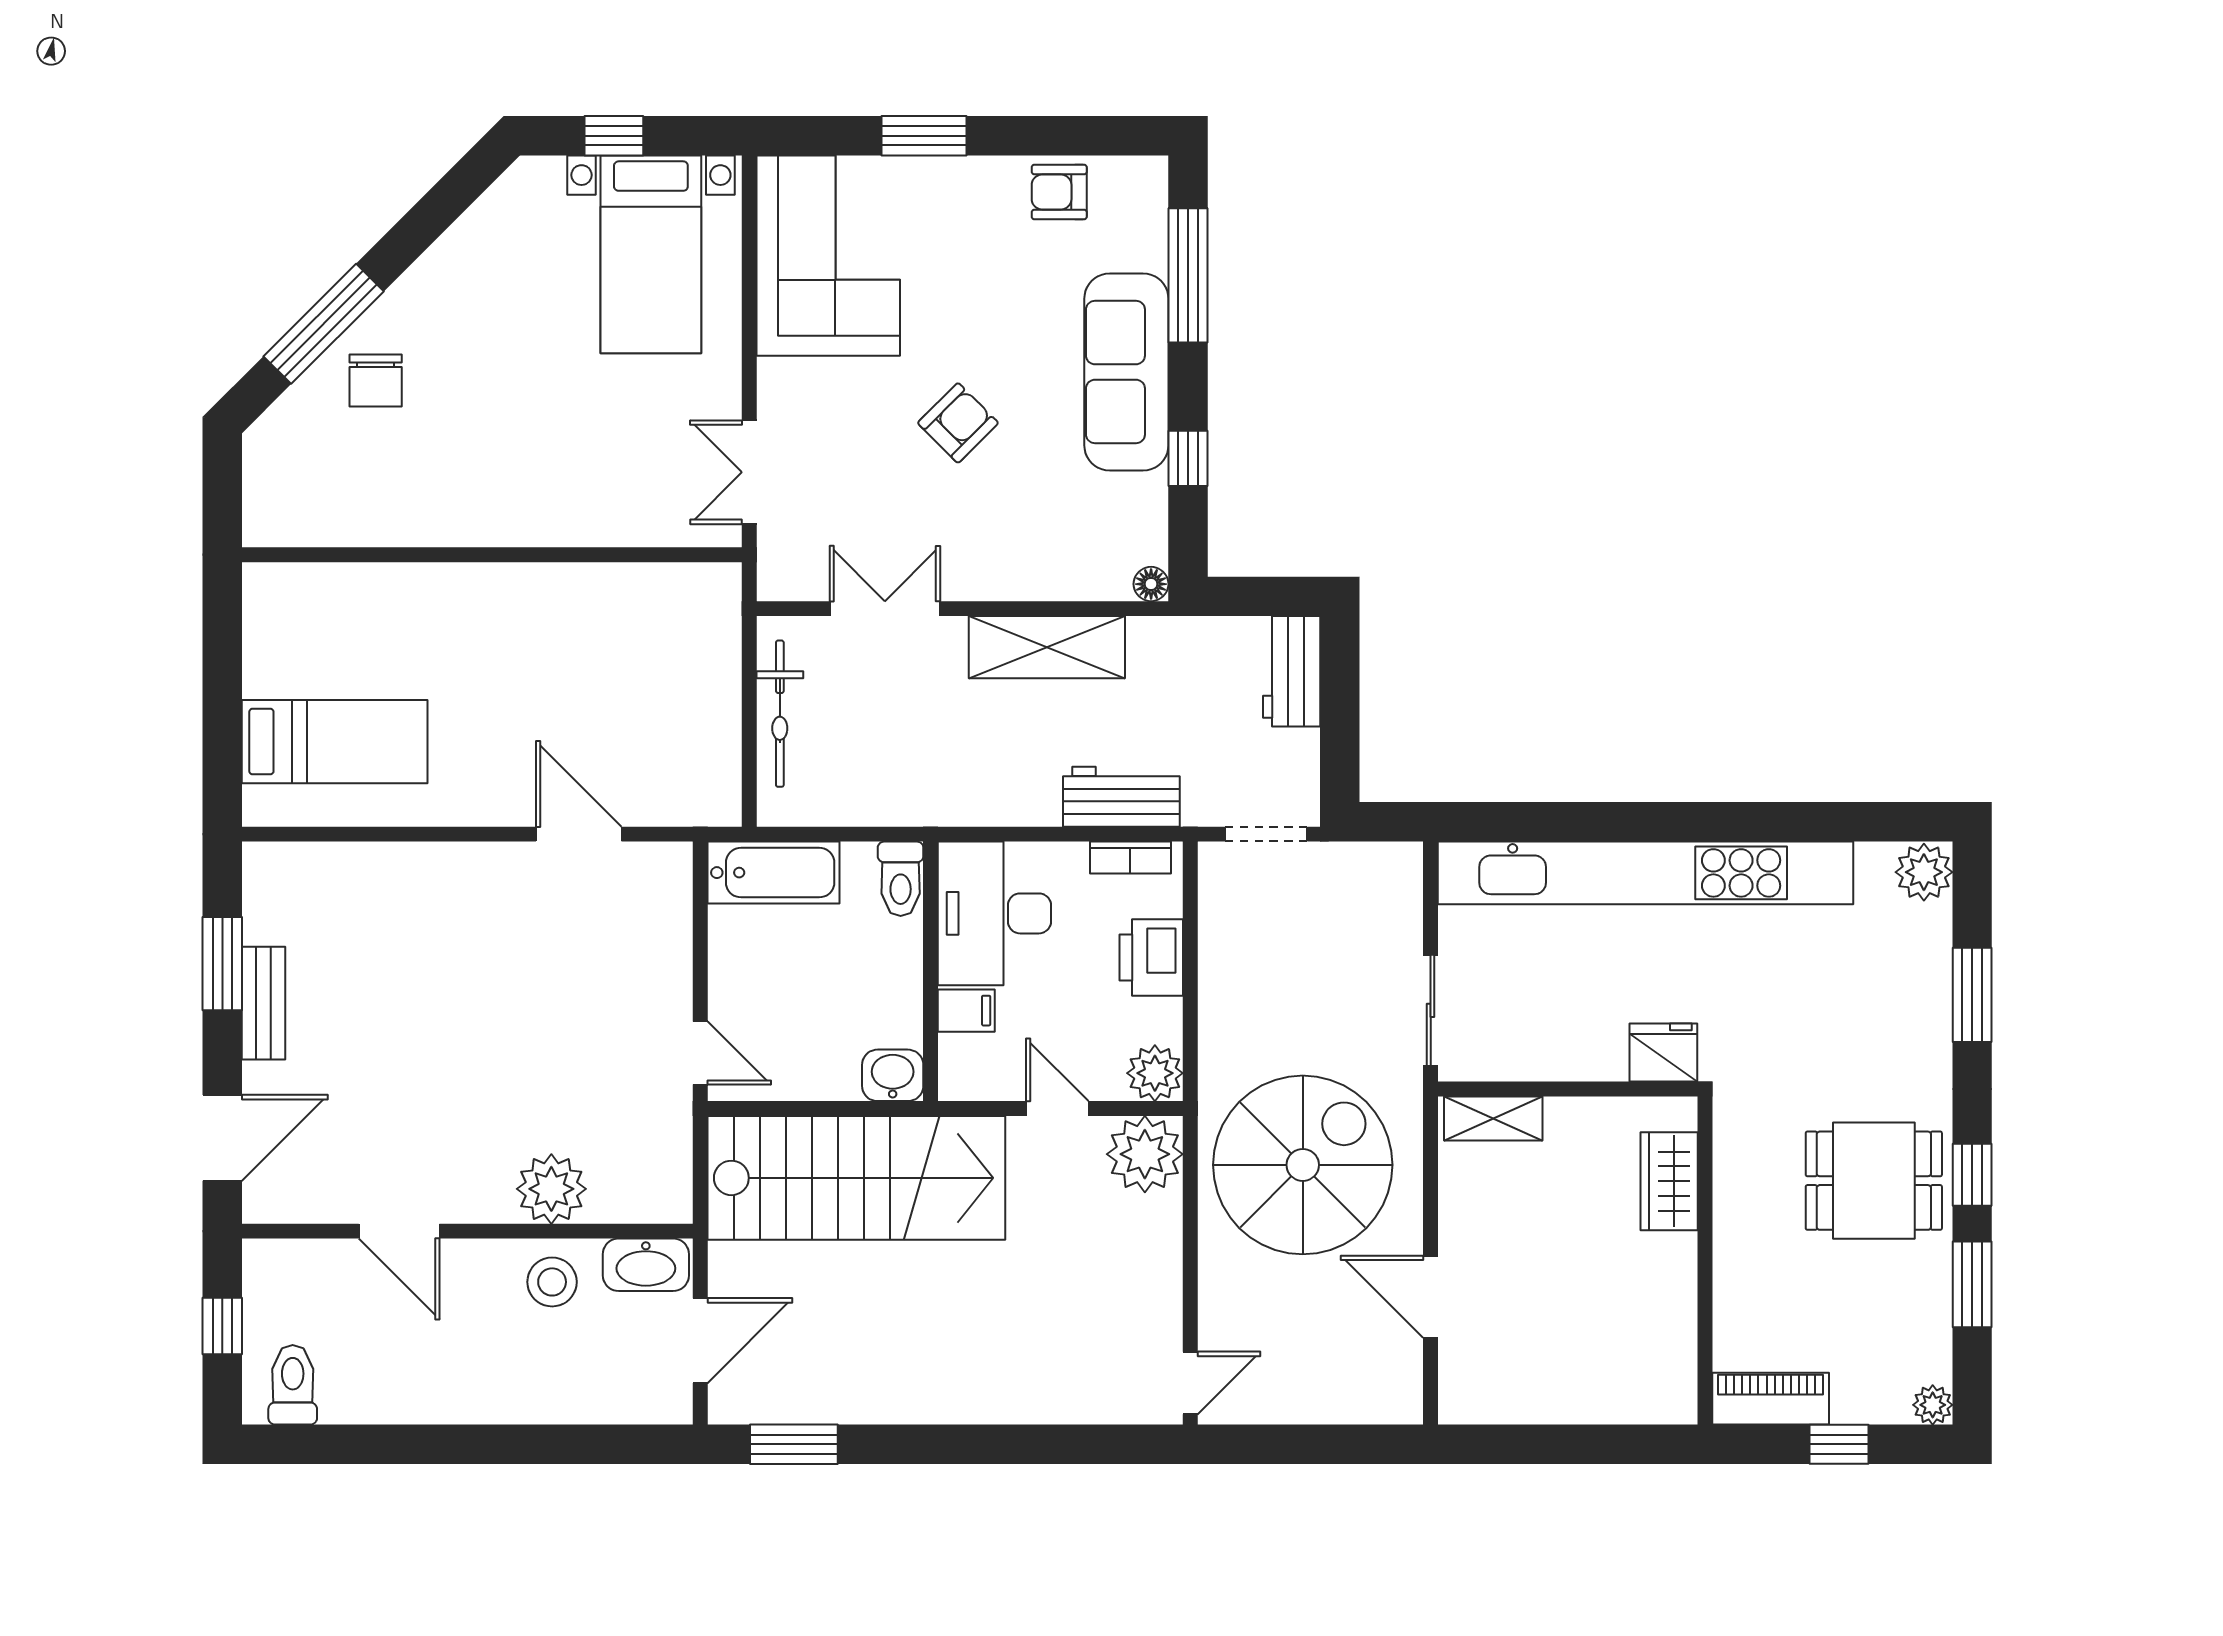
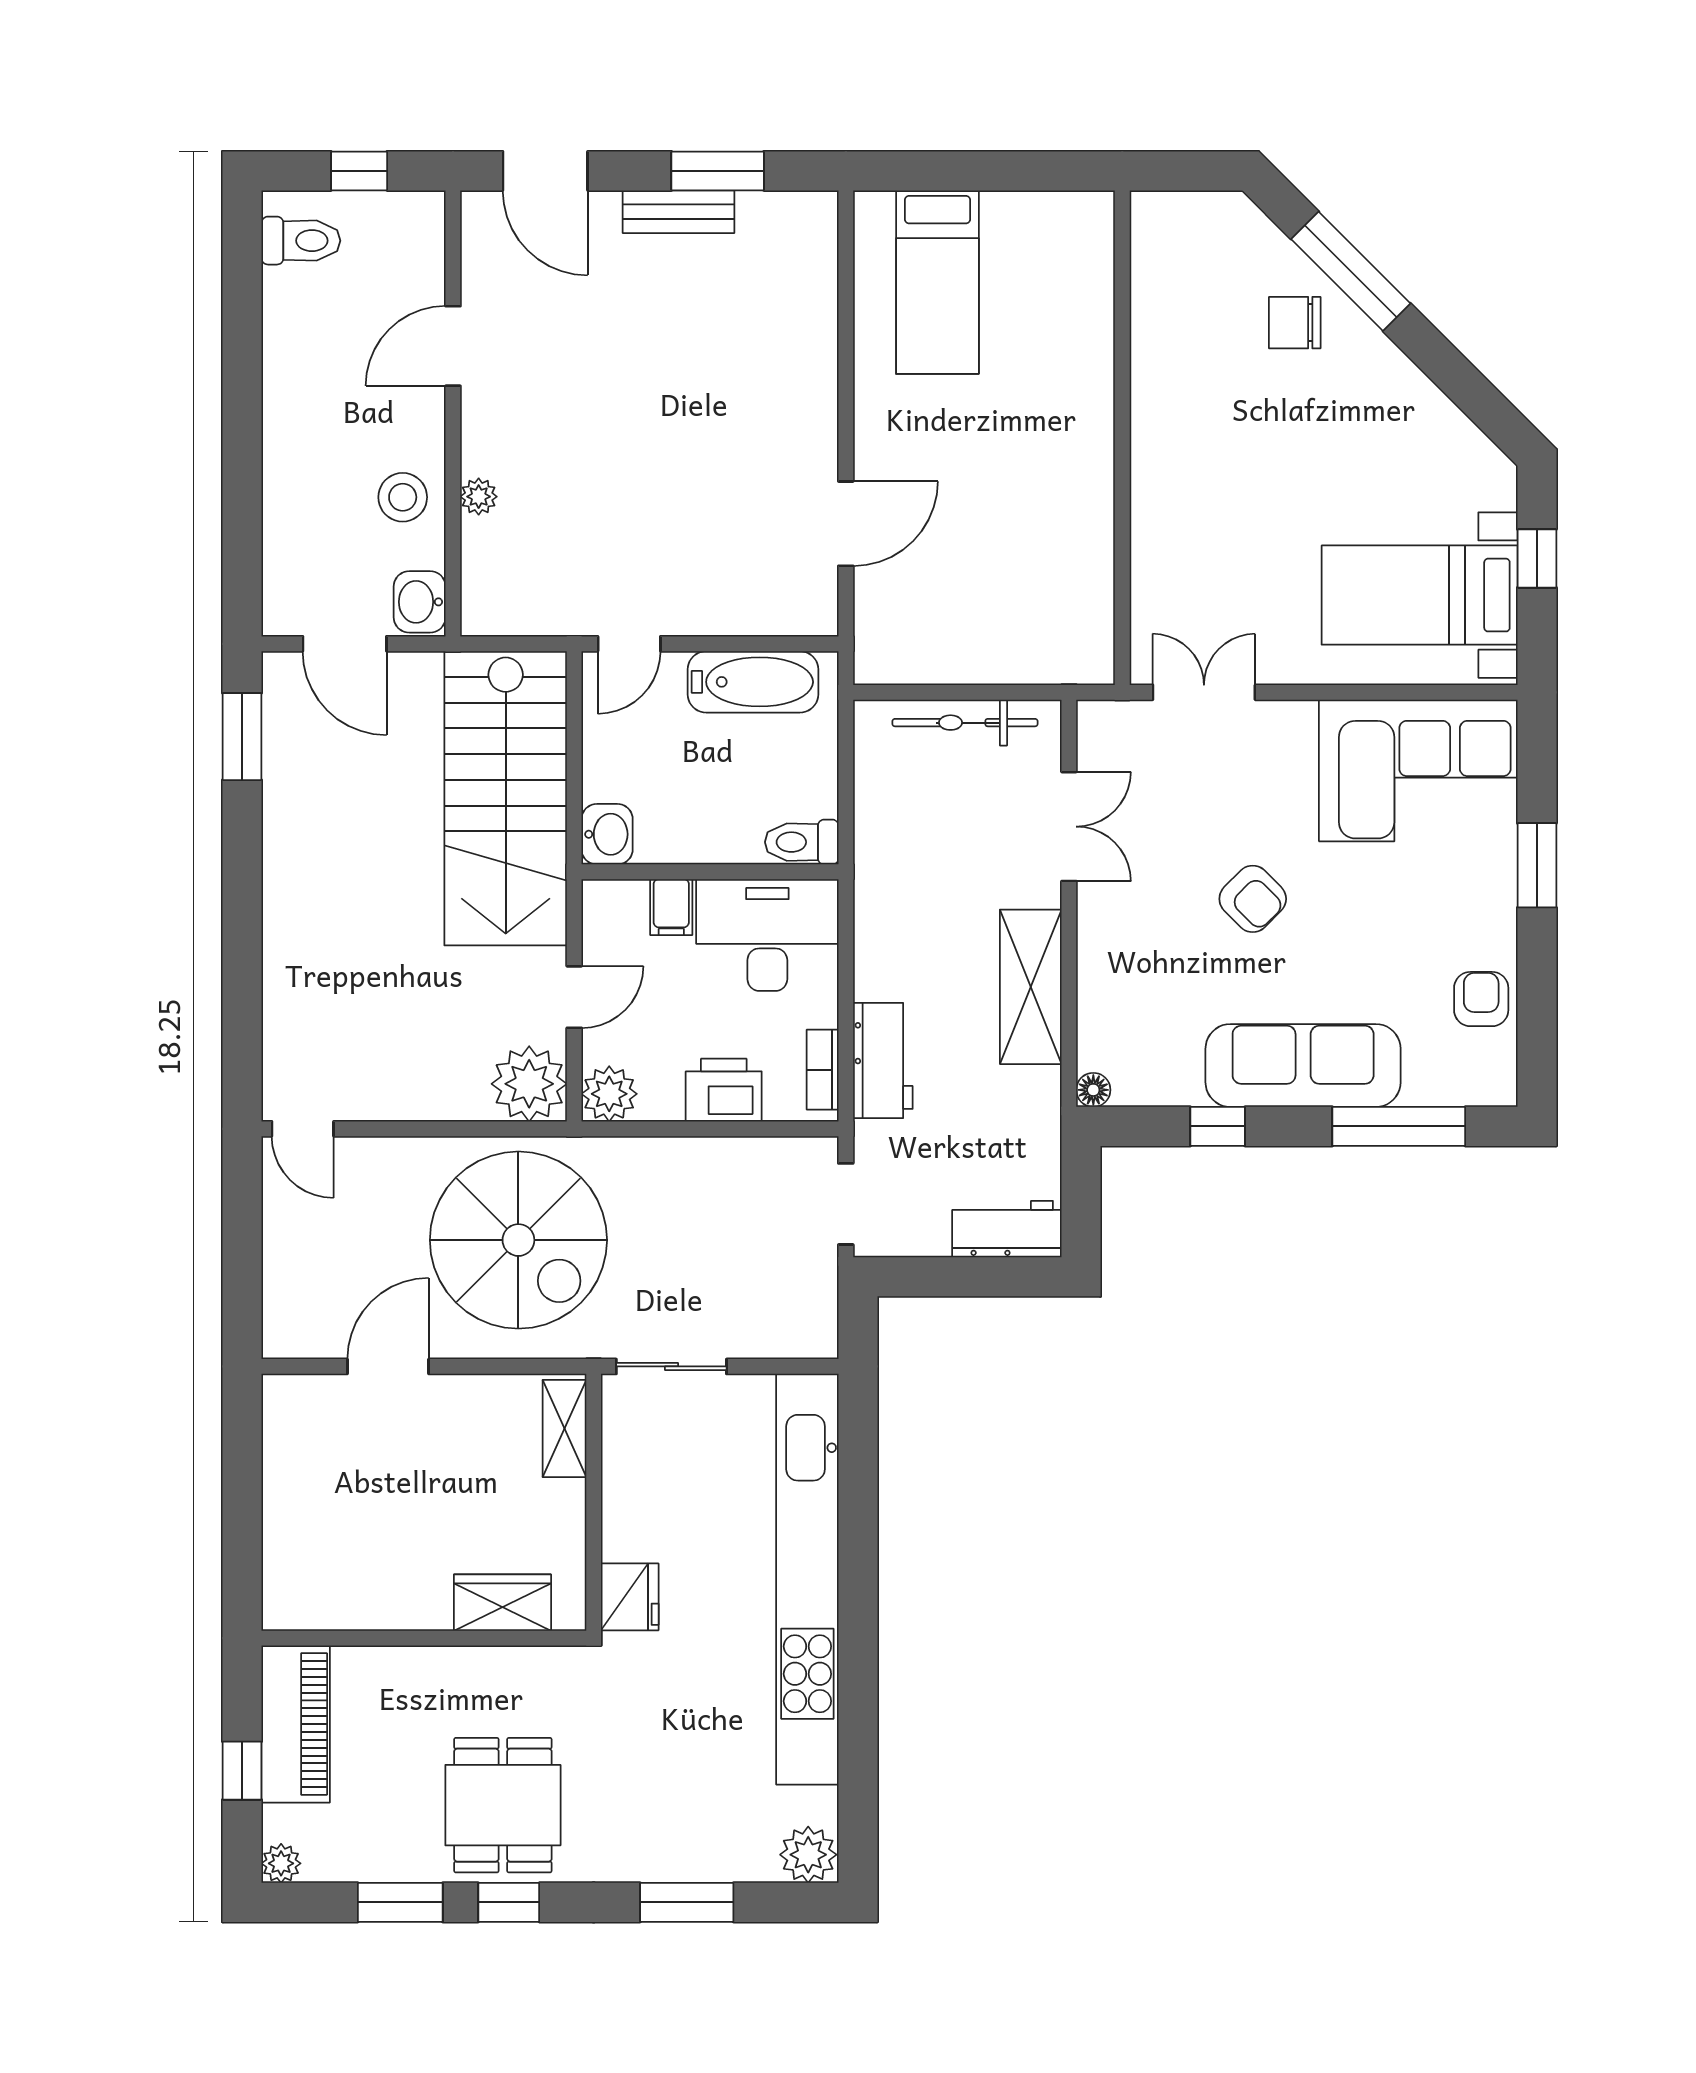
bathtub: (774, 873) -> (753, 682), moved, turned -90
plant: (551, 1189) -> (479, 497), width x0.53, depth x0.53
washbasin: (646, 1265) -> (420, 602), width x0.72
piano: (1771, 1399) -> (296, 1724), width x1.37, depth x1.33

